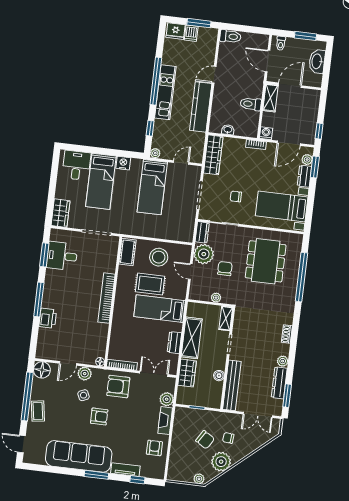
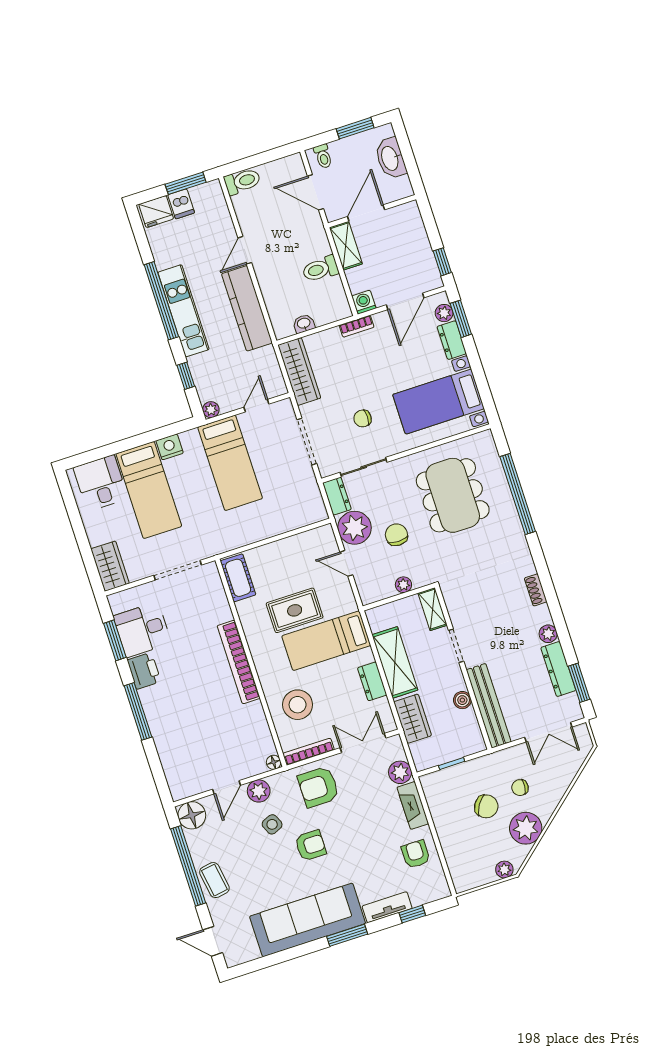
stool: (159, 257) -> (298, 705), moved
printer: (48, 318) -> (144, 671), moved

